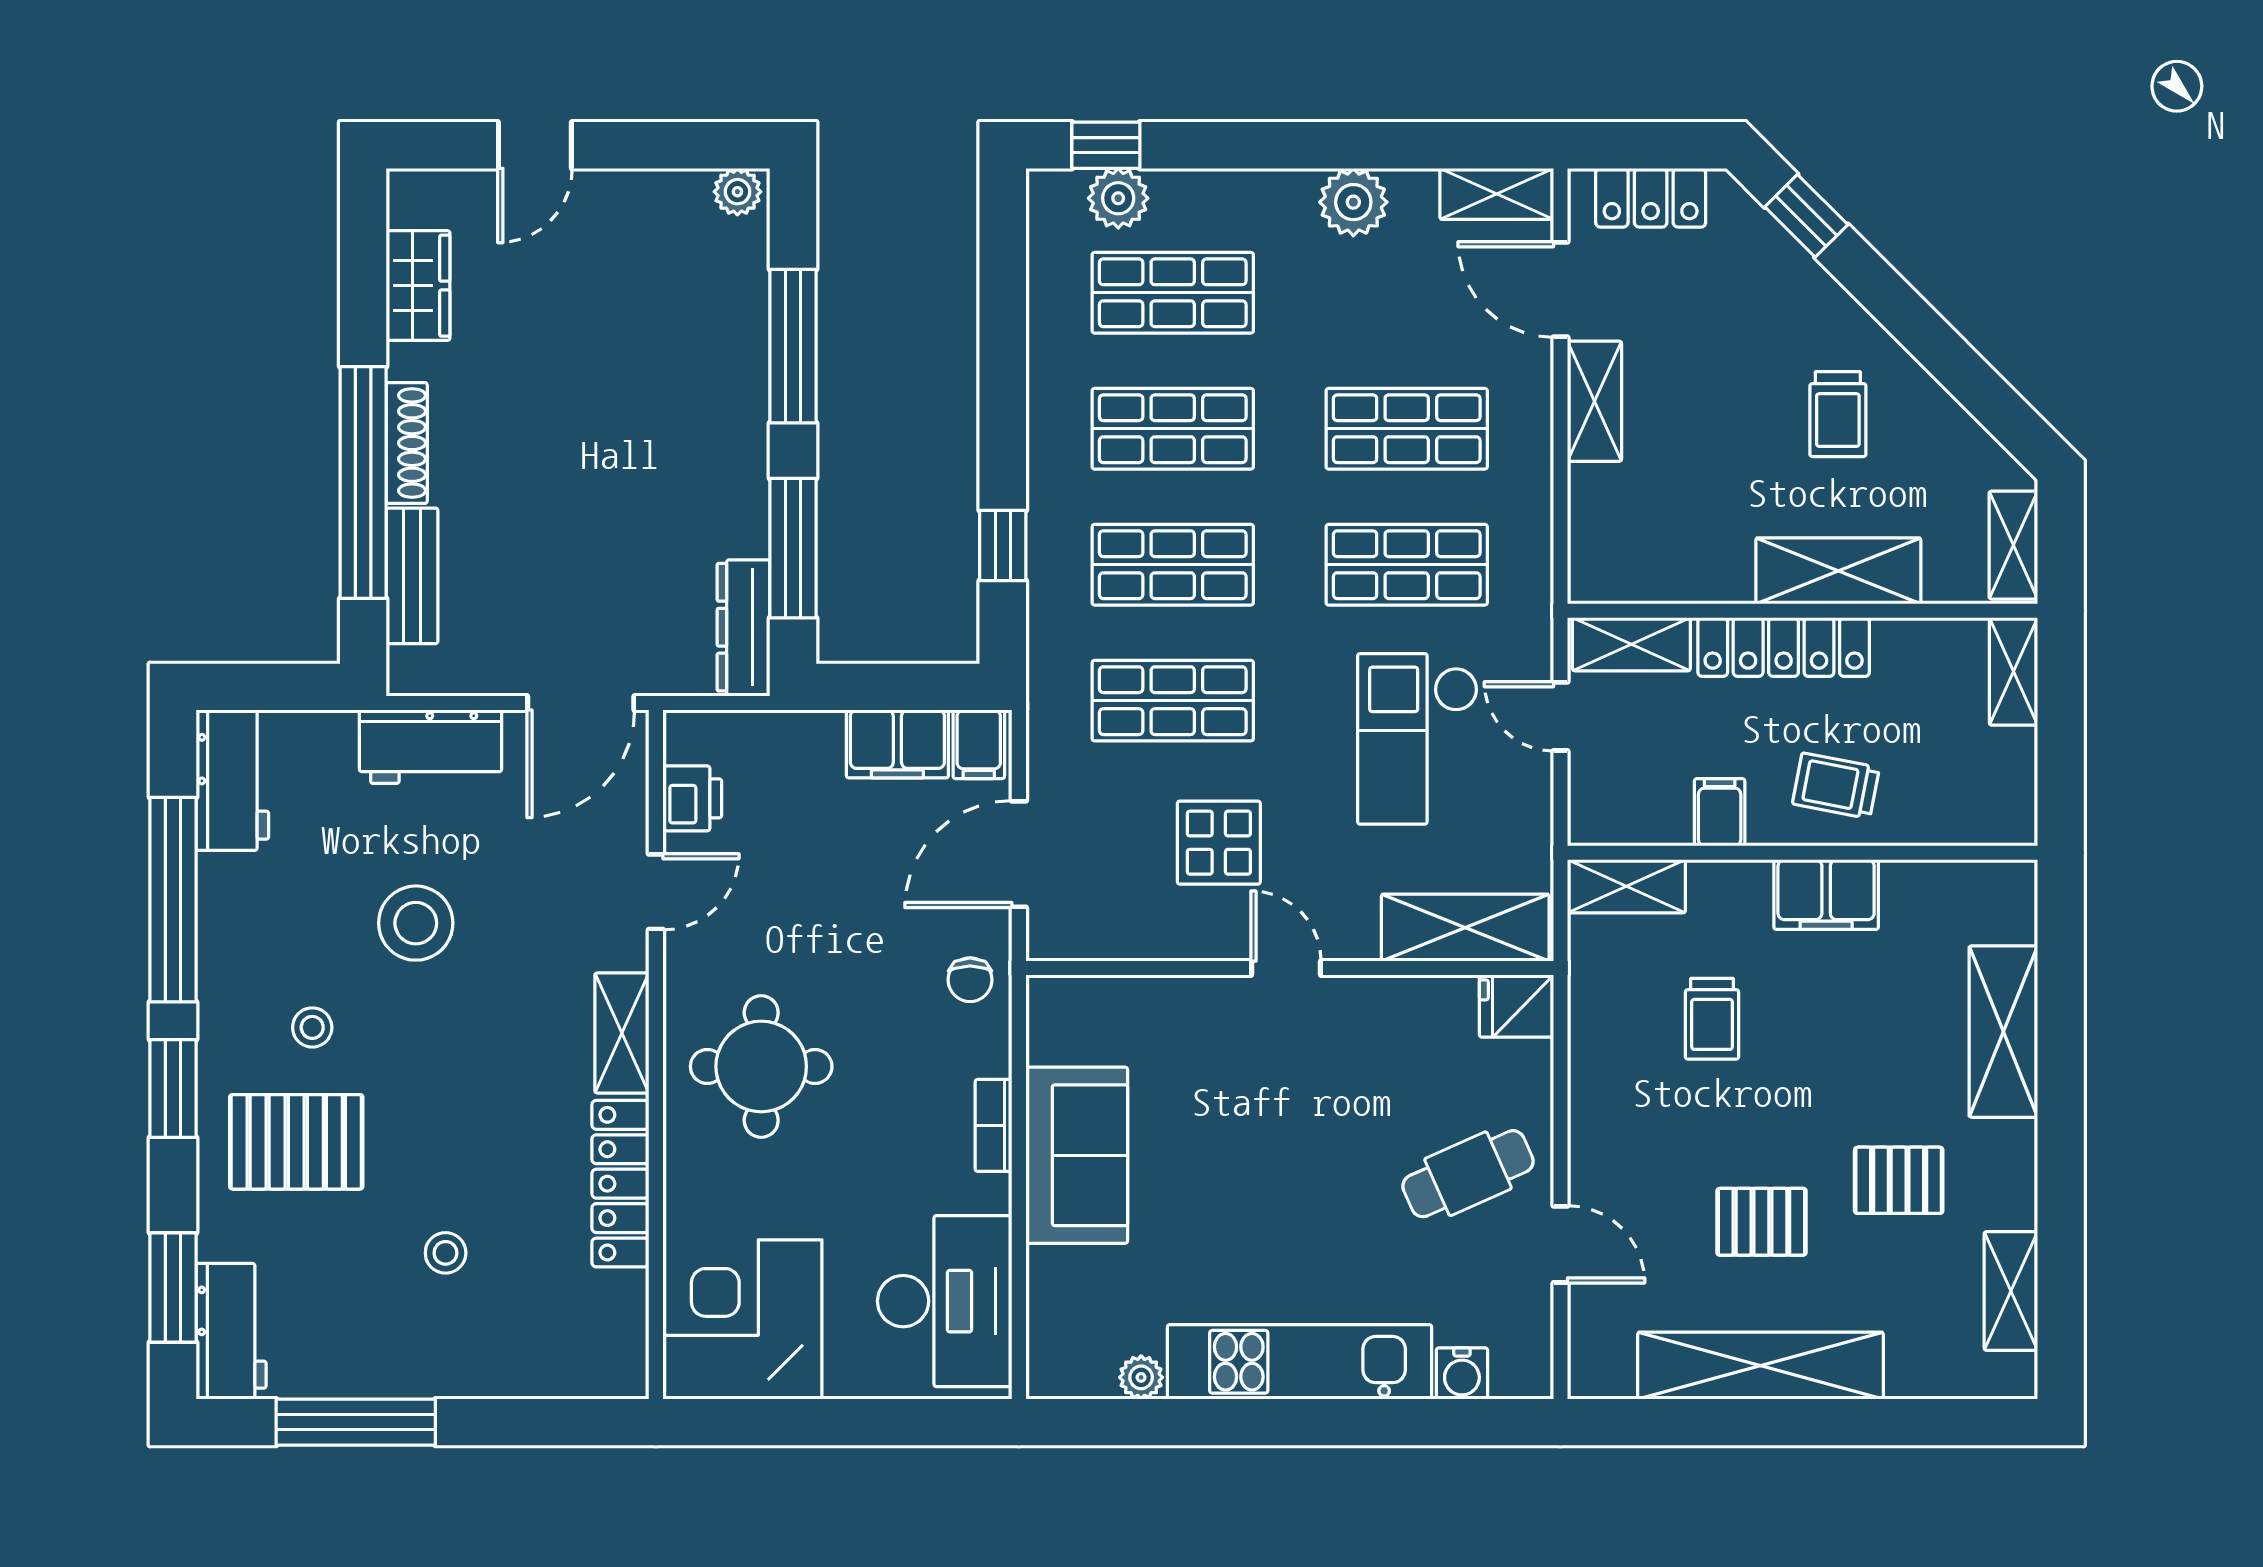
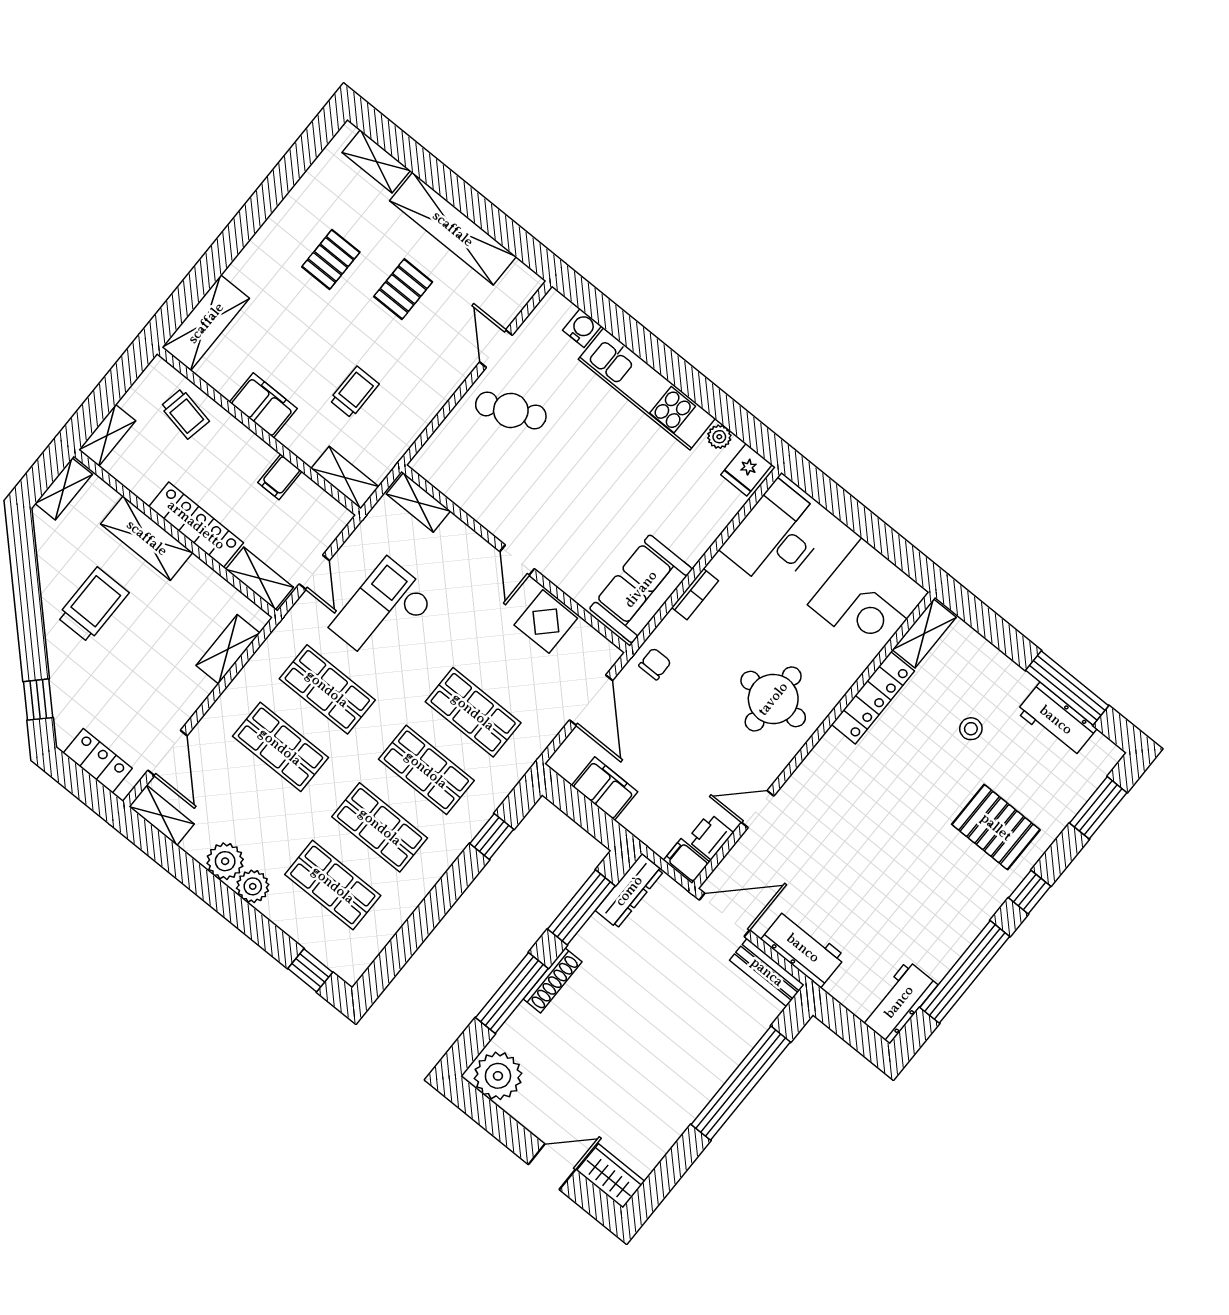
plant: (737, 192) -> (498, 1076), width x1.87, depth x1.87
plant: (1118, 198) -> (253, 886), moved
wardrobe: (418, 286) -> (611, 1176), moved, turned 90
shelving: (1594, 401) -> (228, 649), moved
trolley: (1838, 414) -> (93, 605), width x1.36, depth x1.39
shoe rack: (407, 443) -> (553, 980), moved, turned 180
bench: (412, 576) -> (767, 972), moved, turned 90
checkout: (1418, 739) -> (383, 612), turned 180
filing cabinet: (979, 744) -> (686, 861), moved, turned -90
trolley: (1836, 786) -> (185, 414), moved
display table: (1219, 843) -> (546, 622), moved
door: (1019, 854) -> (591, 700), hinge flipped
stool: (416, 923) -> (870, 879), removed
shelving: (1465, 928) -> (418, 502), width x0.67, depth x0.75
fridge: (1517, 1006) -> (747, 470), moved, turned 90
stool: (312, 1027) -> (950, 870), removed
shelving: (2003, 1032) -> (206, 323), moved
shelving: (622, 1033) -> (924, 633), moved
window: (173, 1088) -> (1030, 892), width x0.67
sofa: (1077, 1155) -> (641, 589), moved
pallet: (1899, 1180) -> (331, 259), turned 90
pallet: (1761, 1222) -> (403, 289), turned 90
shelving: (2011, 1291) -> (376, 161), moved, turned 90
workbench: (231, 1331) -> (1056, 720), moved, turned -90

